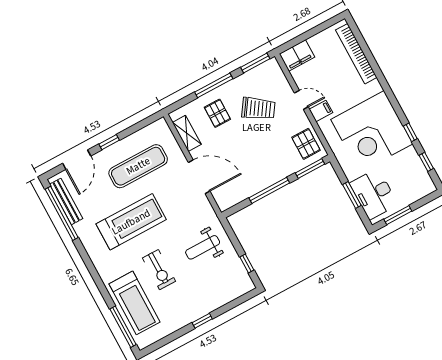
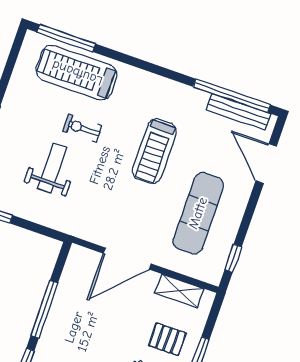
window: (109, 142) -> (233, 258), moved
treadmill: (131, 222) -> (154, 151), width x0.73, depth x0.73
weight bench: (203, 247) -> (52, 168), moved
exercise bike: (159, 270) -> (82, 128), width x0.73, depth x0.72

